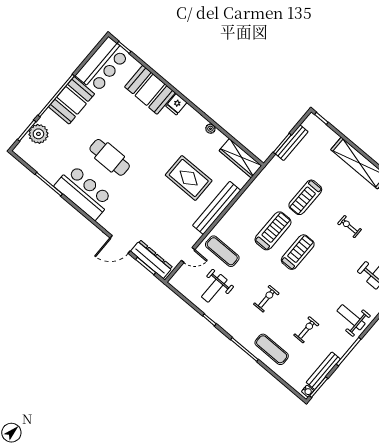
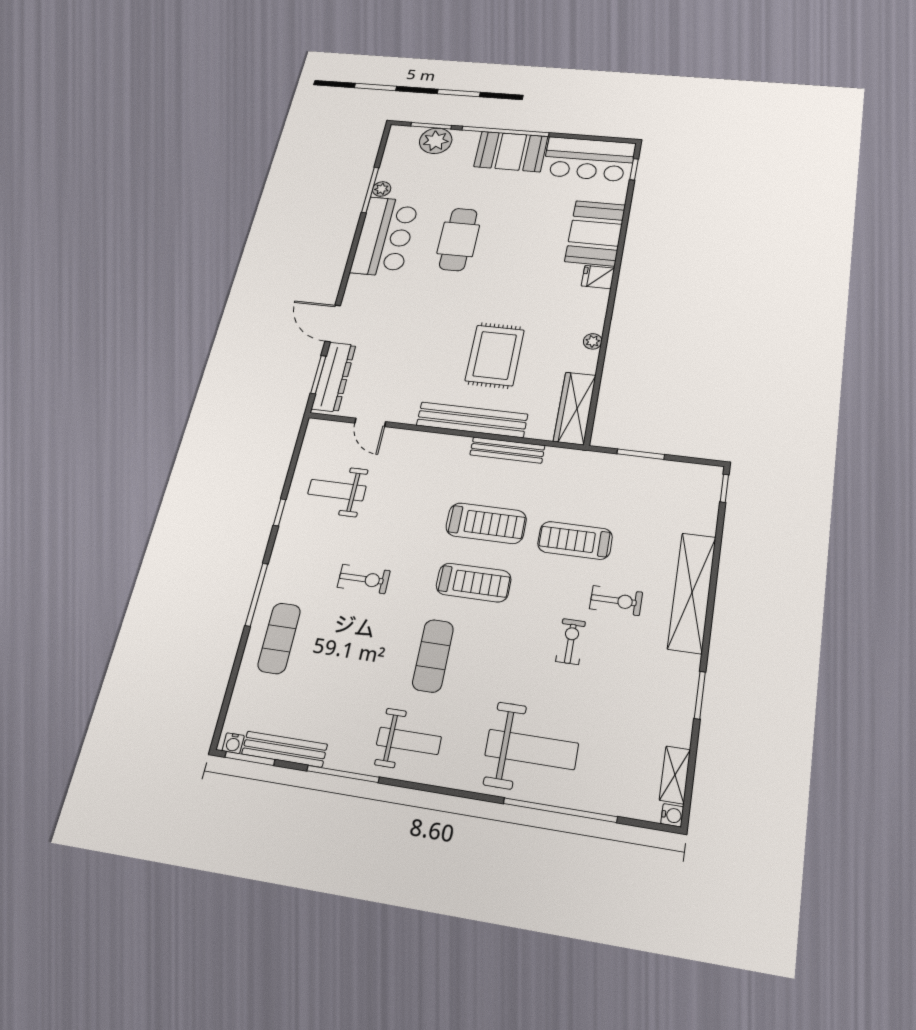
bench: (292, 143) -> (507, 450), moved
plant: (52, 178) -> (382, 189), added
exercise mat: (222, 251) -> (433, 656), moved
weight bench: (351, 317) -> (409, 741), turned 90
exercise bike: (306, 330) -> (616, 601), moved

